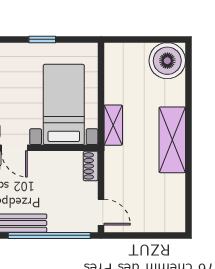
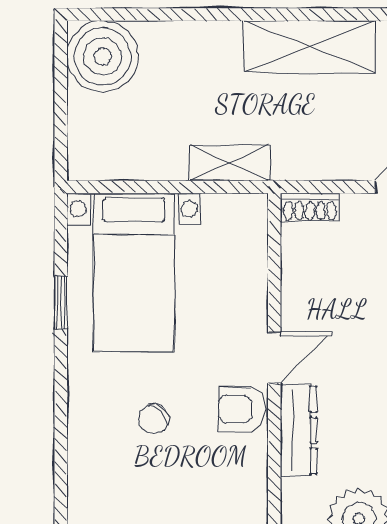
bed with nightstands: (64, 104) -> (134, 272), moved, turned -90
shelving: (172, 140) -> (309, 47), moved

